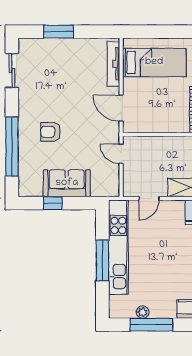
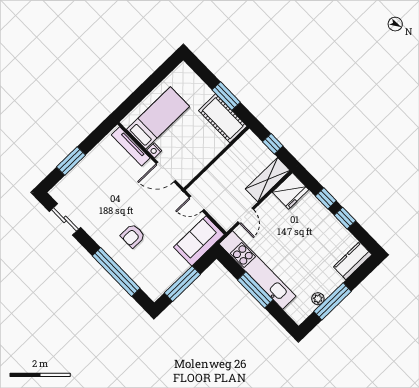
nightstand: (128, 84) -> (154, 150), added
sofa: (67, 183) -> (199, 241), moved
window: (53, 203) -> (182, 284), width x2.17

